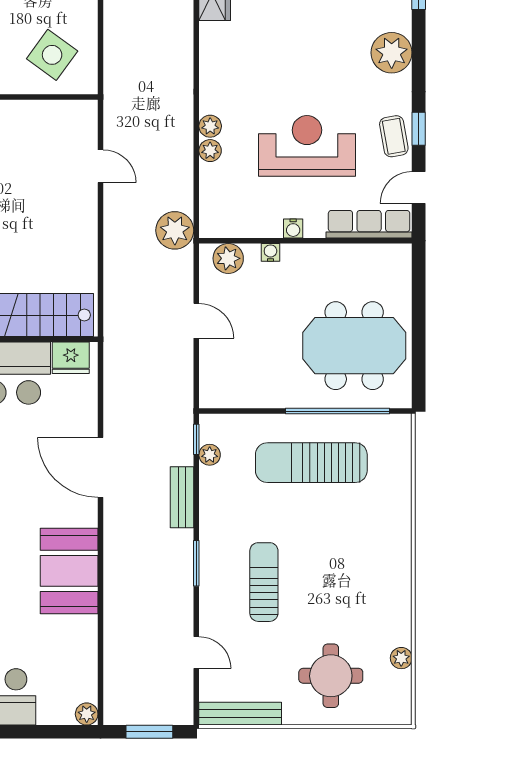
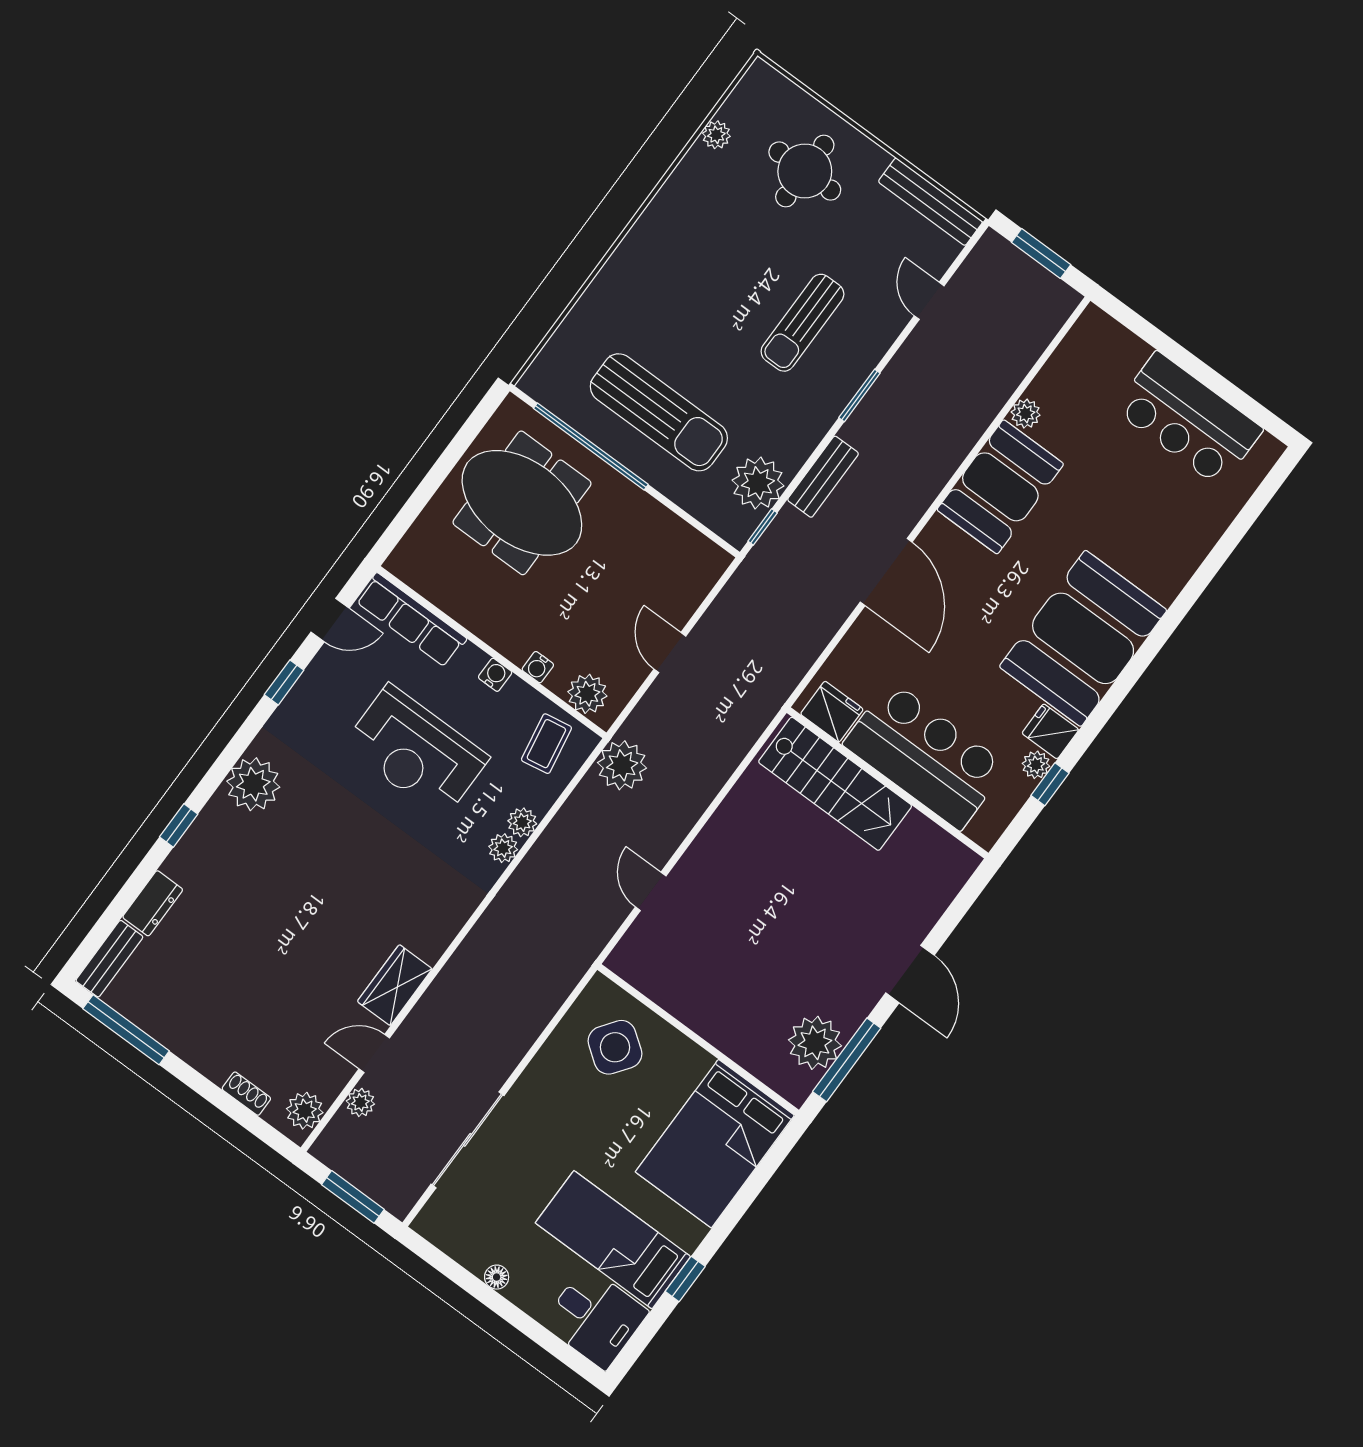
coffee table: (394, 136) -> (546, 744), moved
plant: (210, 455) -> (758, 483), width x1.88, depth x1.88
plant: (87, 714) -> (1026, 414), moved

